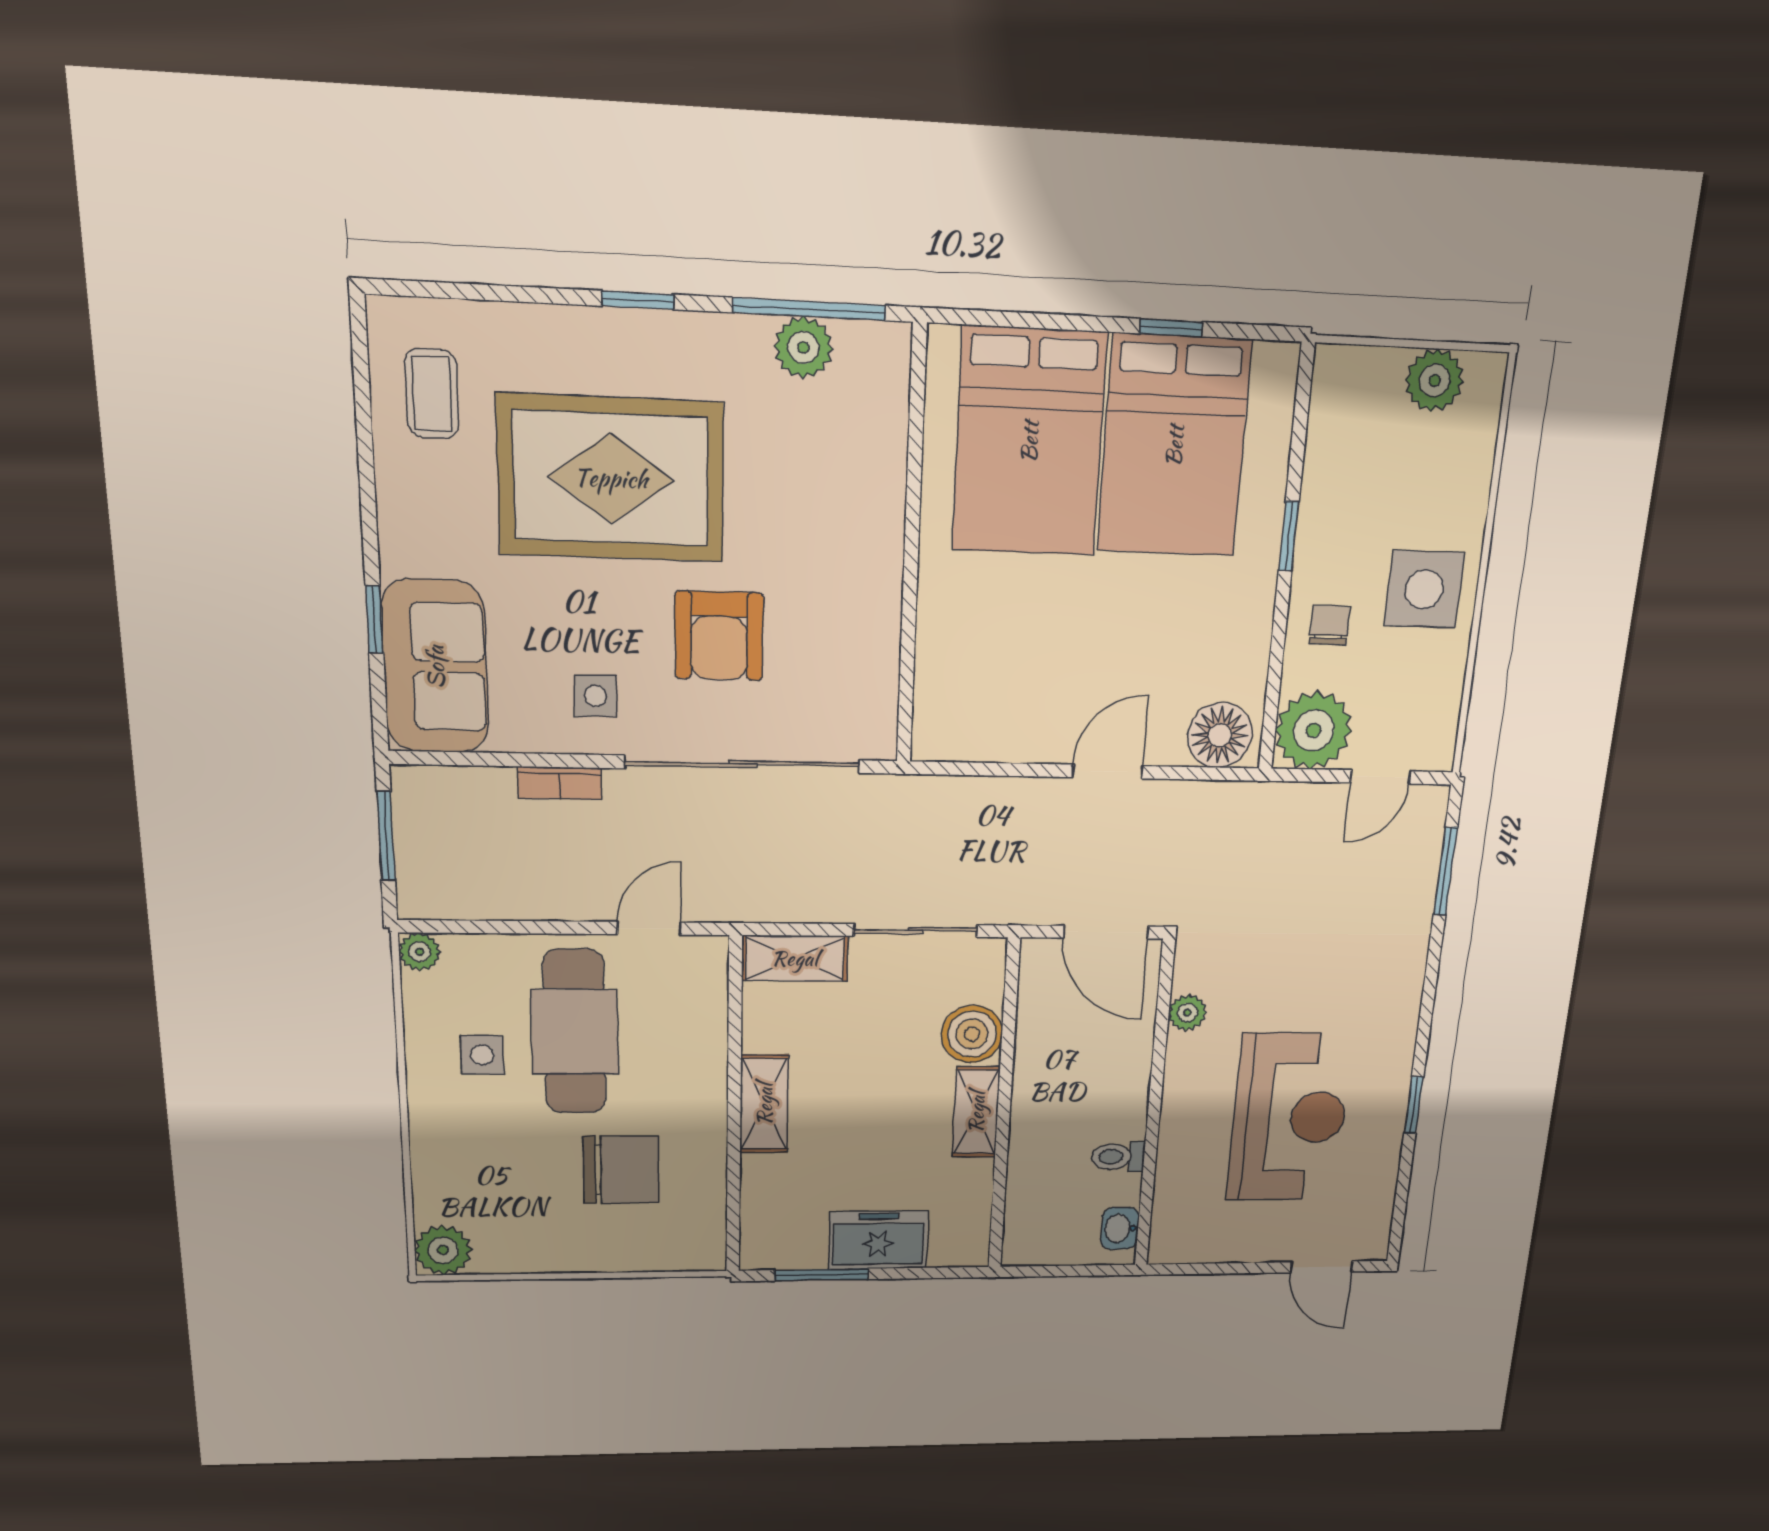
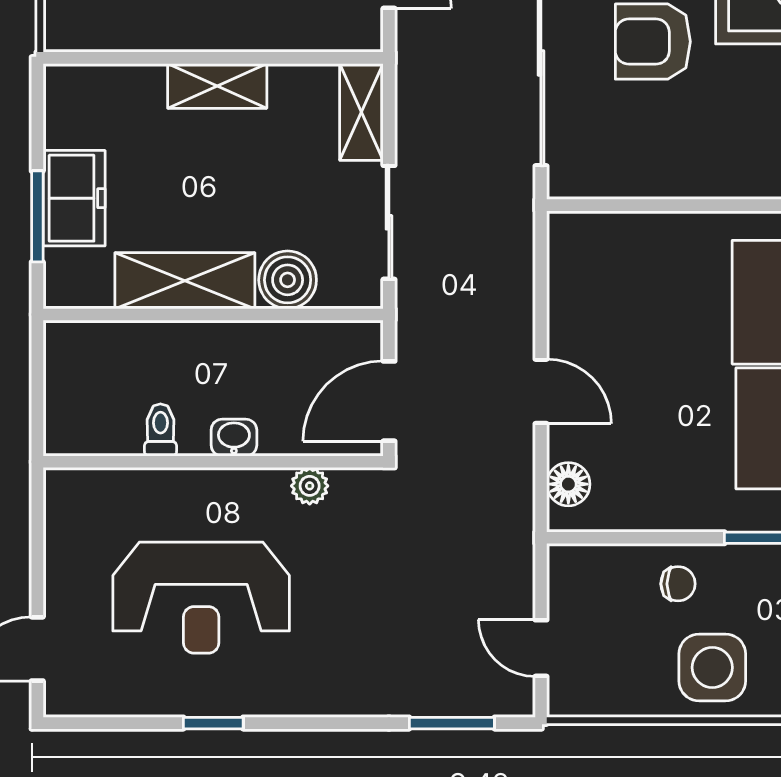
plant: (1314, 730) -> (583, 580), removed
floor lamp: (1220, 735) -> (568, 484), width x0.73, depth x0.73
shelving: (976, 1112) -> (185, 281), width x1.50, depth x1.33
washbasin: (1120, 1228) -> (234, 438), moved
window: (822, 1275) -> (37, 216), moved

